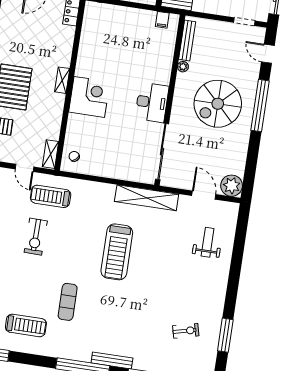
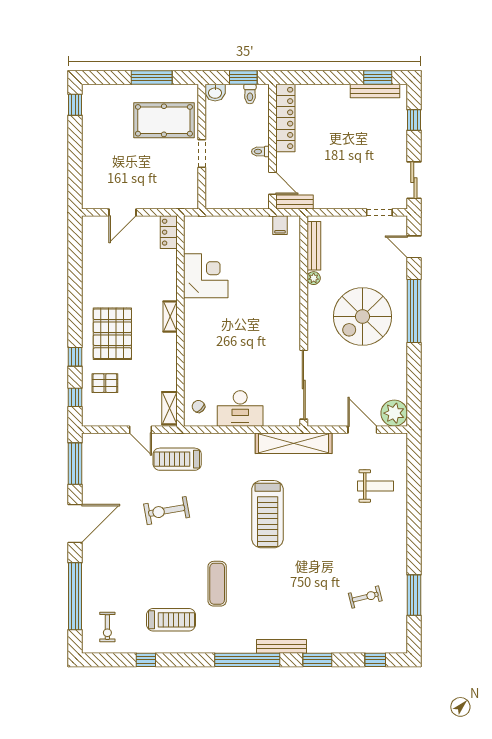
corner desk: (89, 97) -> (206, 276), moved
desk: (152, 102) -> (240, 408), moved, turned 90
exercise bike: (36, 237) -> (167, 511), turned 79
weight bench: (208, 242) -> (375, 486), turned 90

